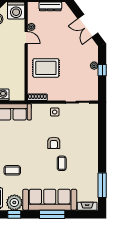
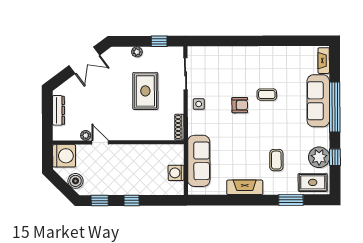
door: (26, 38) -> (100, 142), hinge flipped
rug: (46, 68) -> (145, 91), moved
window: (102, 70) -> (159, 41), moved
window: (102, 185) -> (296, 41), removed
sofa: (50, 200) -> (318, 101), width x0.74, depth x0.79
window: (52, 214) -> (335, 107), width x1.46

